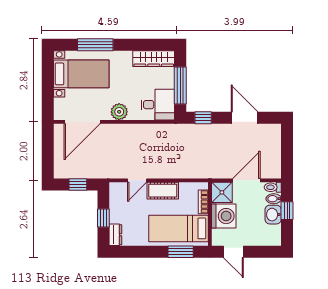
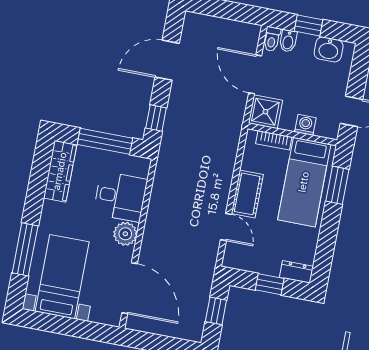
desk: (158, 105) -> (120, 197), moved, turned 90
washbasin: (273, 215) -> (329, 49), moved
washing machine: (224, 216) -> (305, 125), width x0.53, depth x0.53

